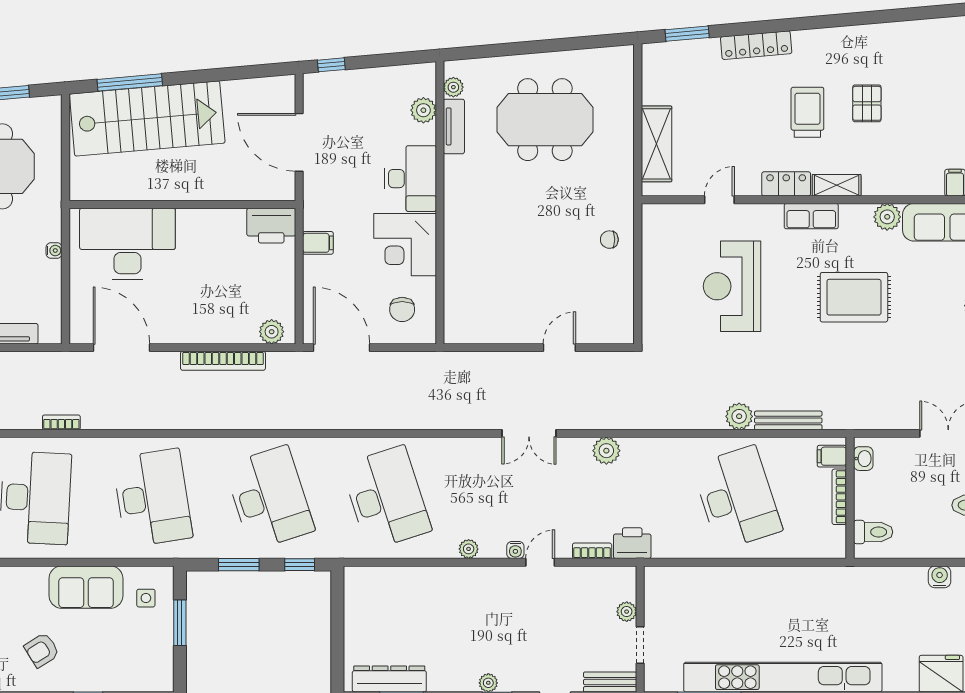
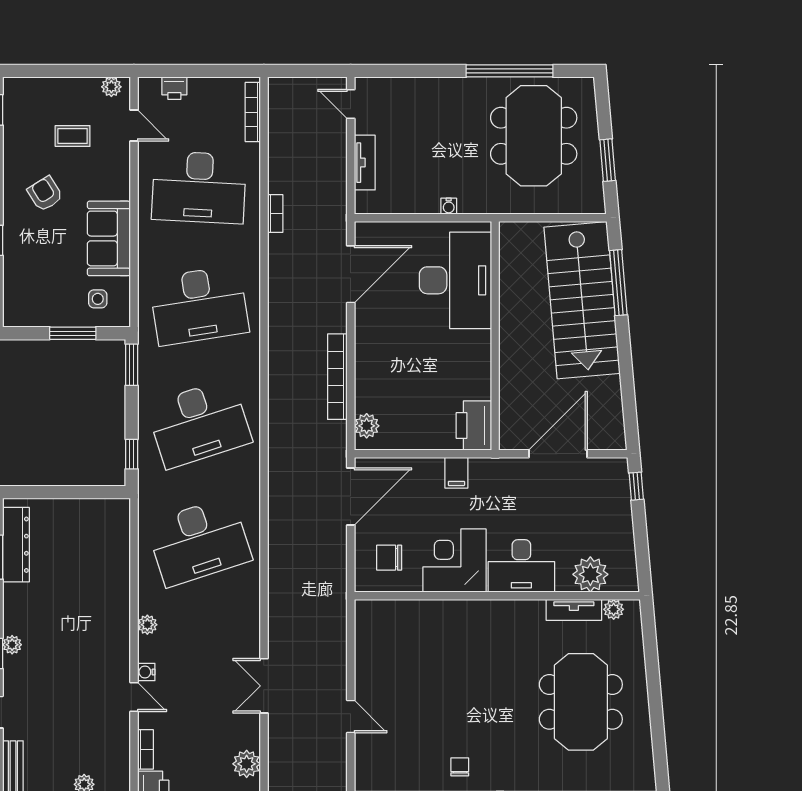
plant: (423, 110) -> (590, 574), width x1.36, depth x1.36
window: (239, 565) -> (132, 365), moved

